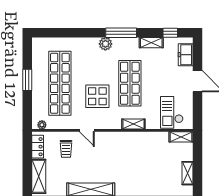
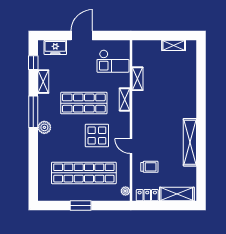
door: (87, 130) -> (131, 146), swing flipped
shelving: (181, 137) -> (137, 79), moved

